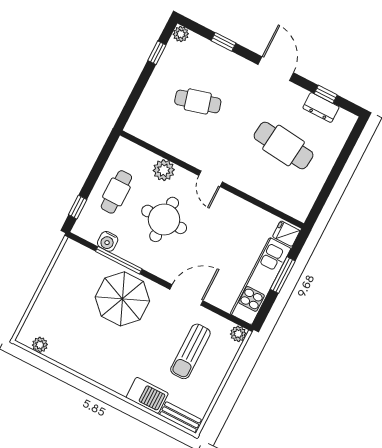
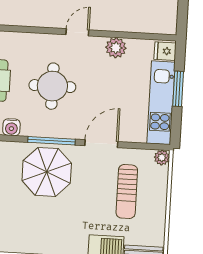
plant: (164, 170) -> (116, 48), moved
door: (211, 179) -> (77, 32), swing flipped
window: (119, 260) -> (51, 141), moved

